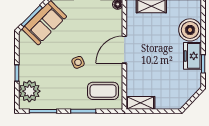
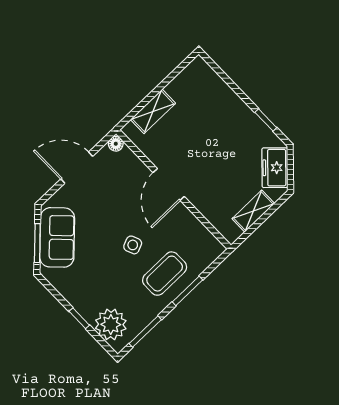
boiler: (190, 30) -> (218, 97), removed
freezer: (192, 56) -> (275, 168), moved, turned 43
coffee table: (103, 91) -> (165, 274), moved
shelving: (140, 103) -> (253, 211), moved

